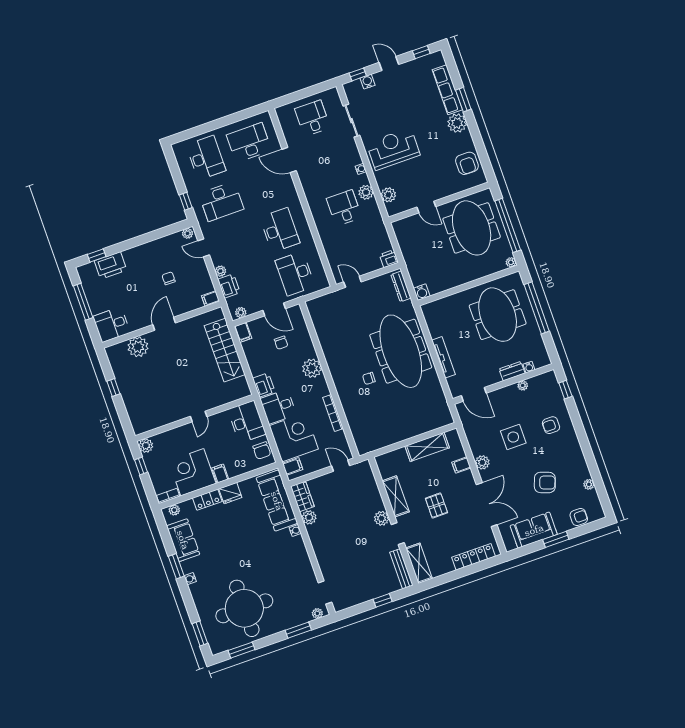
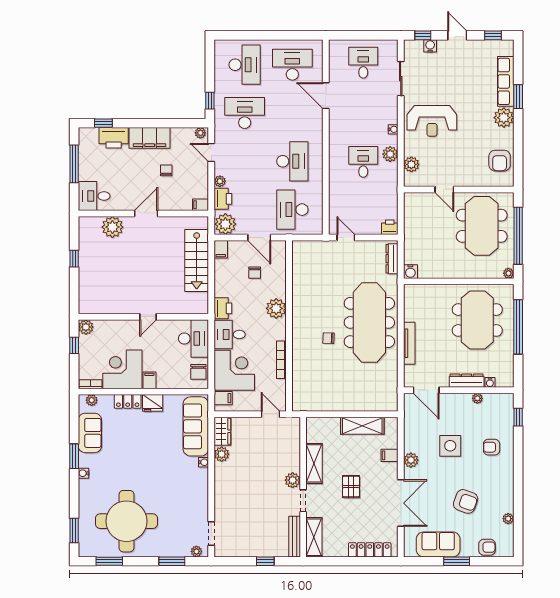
reception desk: (393, 149) -> (432, 121), turned 180
desk: (221, 201) -> (245, 113), turned 180
filing cabinet: (143, 254) -> (150, 138), added
plant: (241, 313) -> (225, 224), width x1.88, depth x1.88
dresser: (512, 371) -> (467, 381), width x1.44

